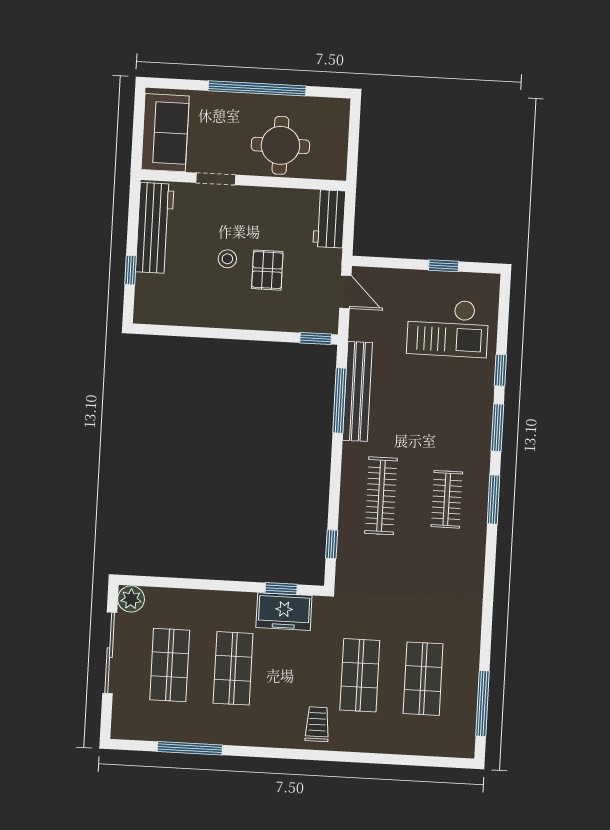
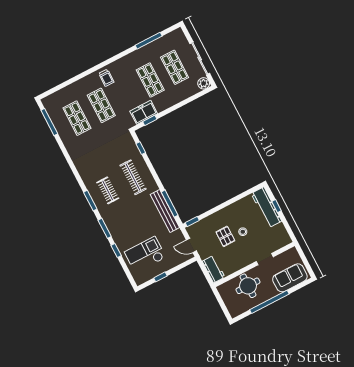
sofa: (165, 133) -> (290, 278), moved, turned 90
workbench: (155, 228) -> (266, 207), moved

